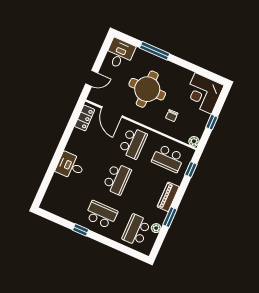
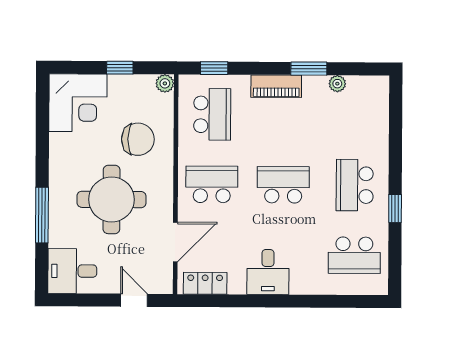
chair: (172, 116) -> (138, 139), width x1.87, depth x1.87
desk: (70, 166) -> (268, 272), moved
school desk: (136, 230) -> (354, 255), moved

